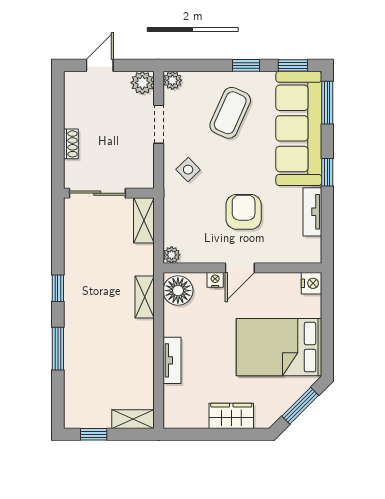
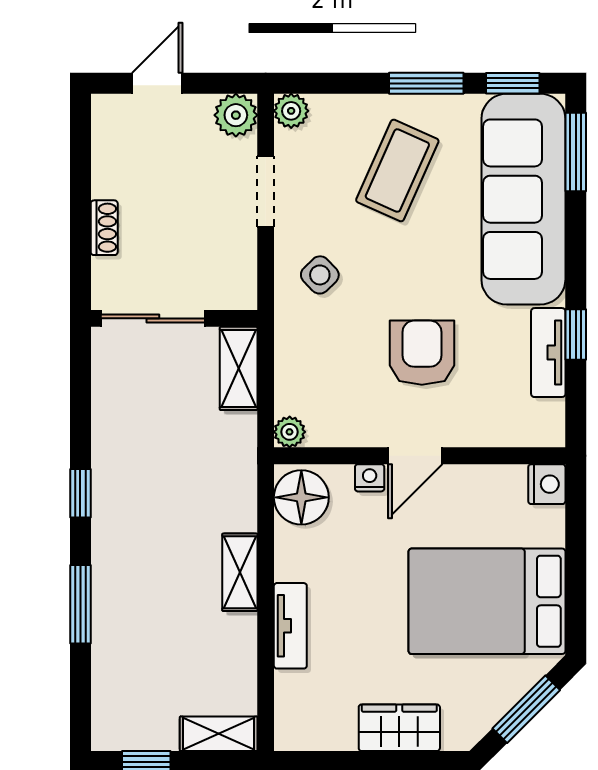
window: (246, 65) -> (426, 83), width x1.50
window: (327, 172) -> (576, 335), moved
shelving: (145, 297) -> (240, 572), moved

